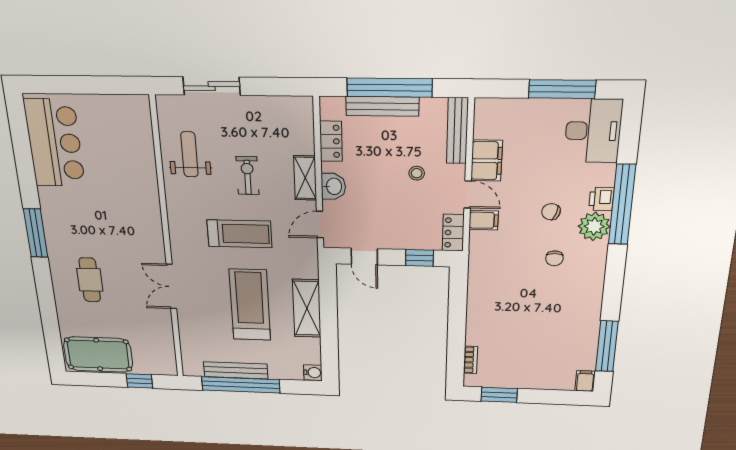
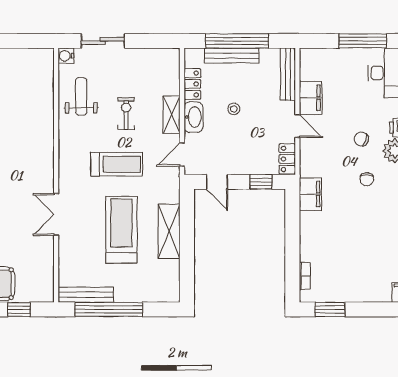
stool: (417, 173) -> (234, 109), moved
washbasin: (333, 186) -> (193, 117), width x1.38
filing cabinet: (484, 220) -> (310, 194), moved, width x2.00
bench: (236, 370) -> (86, 295), moved
water cooler: (313, 373) -> (66, 56), moved, turned 180

